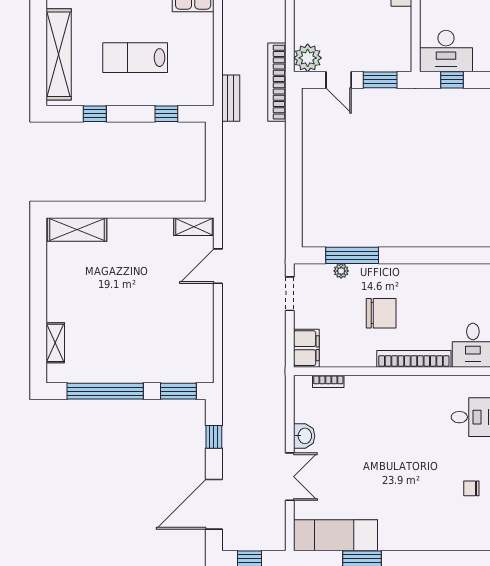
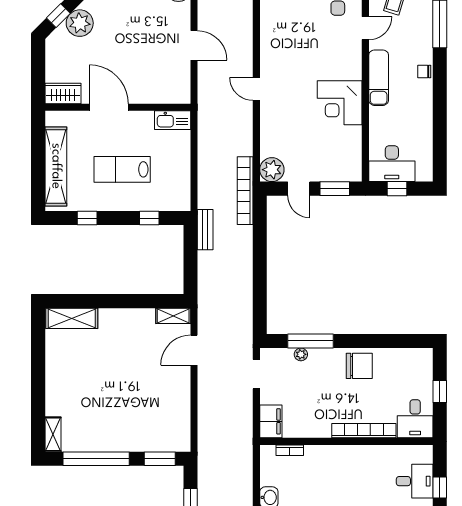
bench: (231, 98) -> (205, 230), moved
chair: (381, 313) -> (359, 366), moved
shelving: (55, 343) -> (53, 434), moved

